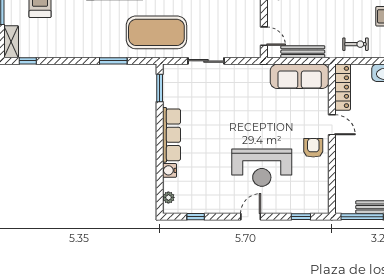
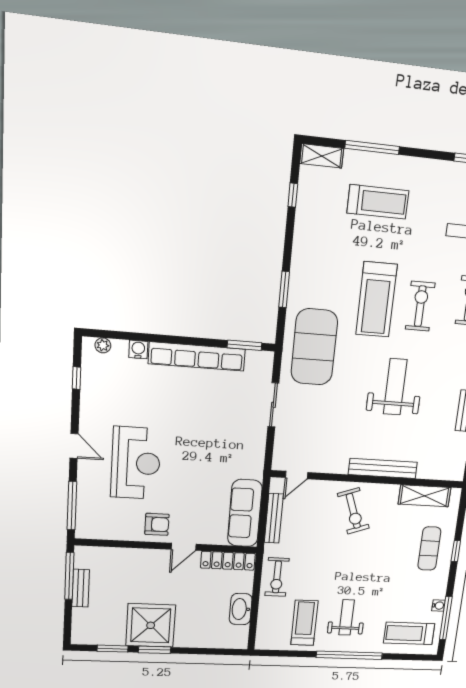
exercise bike: (355, 44) -> (277, 577), width x1.38, depth x1.39
window: (28, 61) -> (293, 195), moved
row of seats: (171, 135) -> (197, 357), width x1.36
reception desk: (262, 168) -> (136, 463), turned 180
window: (301, 217) -> (72, 506), width x2.17

